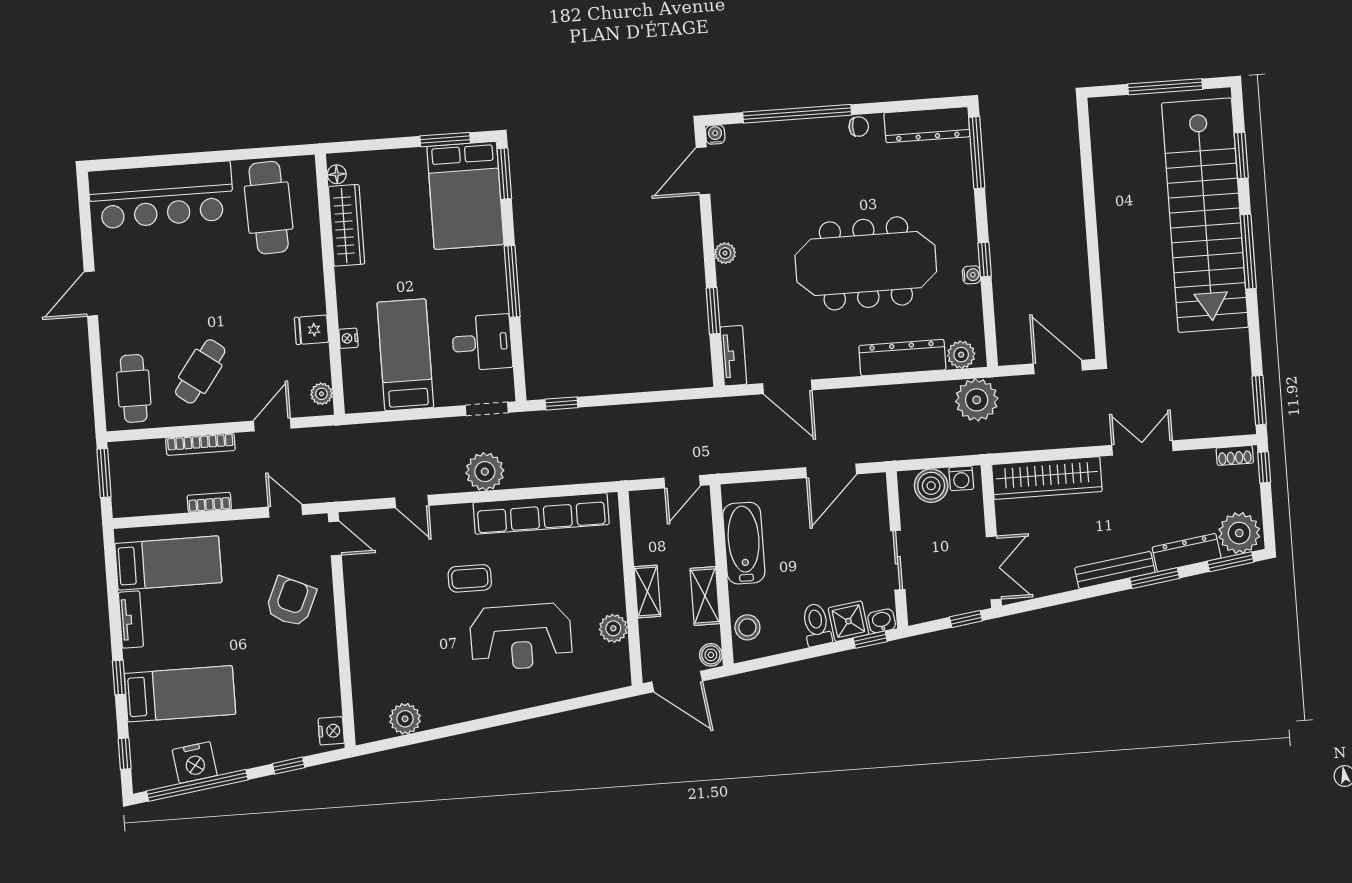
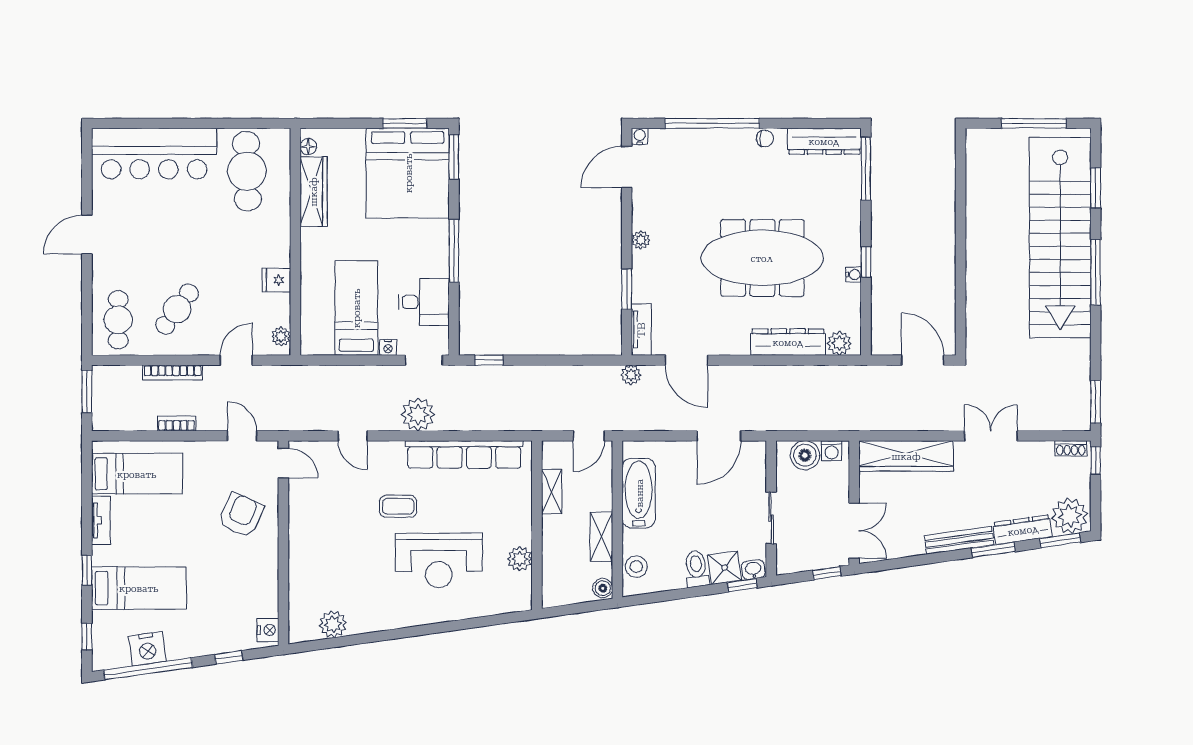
bed: (465, 195) -> (408, 173), width x1.36
nightstand: (348, 338) -> (388, 347), moved, turned -90
plant: (977, 400) -> (631, 375), moved, width x0.53, depth x0.53
shelving: (647, 591) -> (552, 492), moved
door: (677, 681) -> (572, 609), removed

